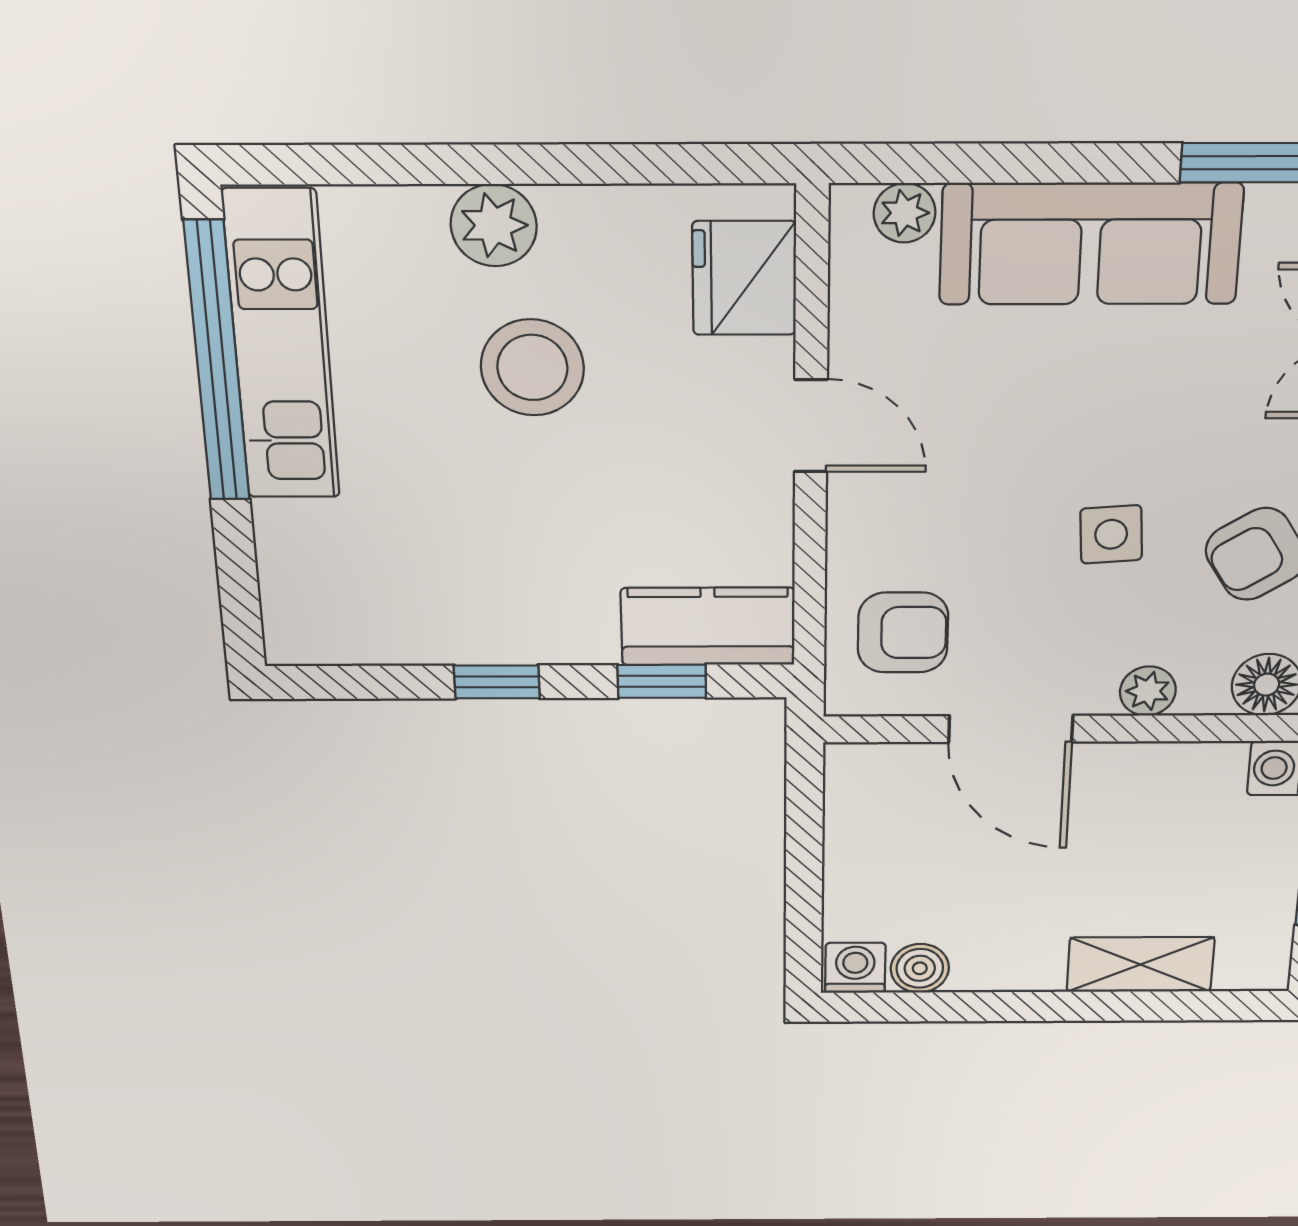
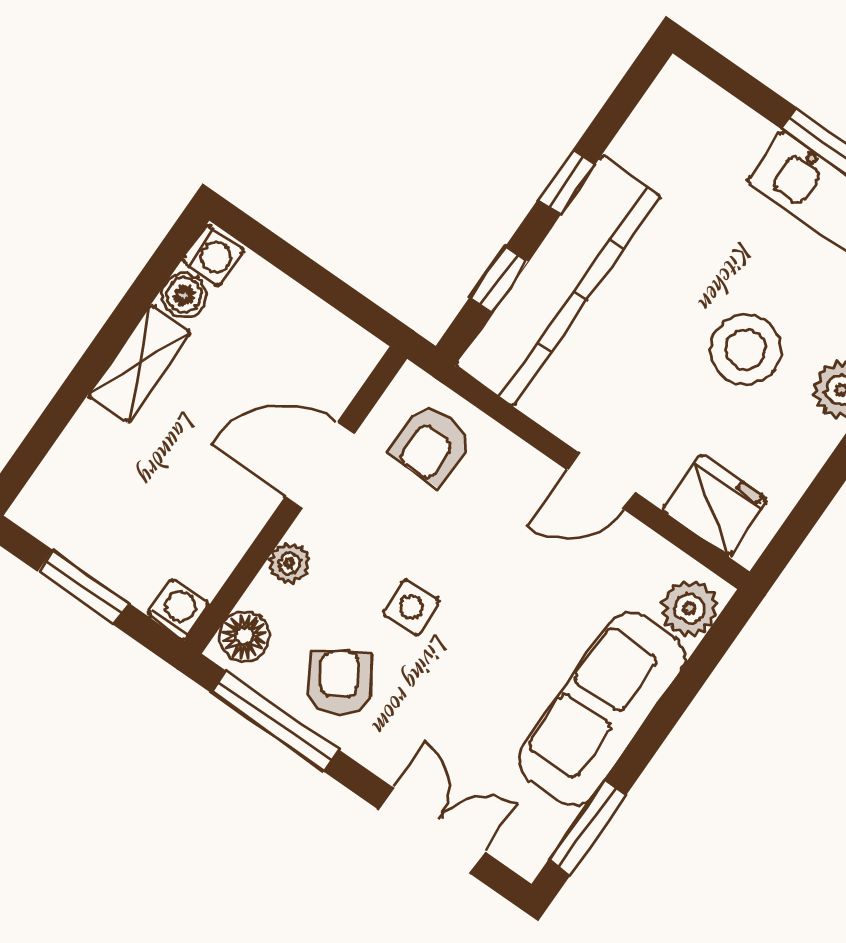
plant: (905, 213) -> (689, 608), width x1.38, depth x1.38
kitchen counter: (708, 626) -> (558, 281), width x2.08, depth x1.17
shelving: (1140, 964) -> (140, 364), moved

